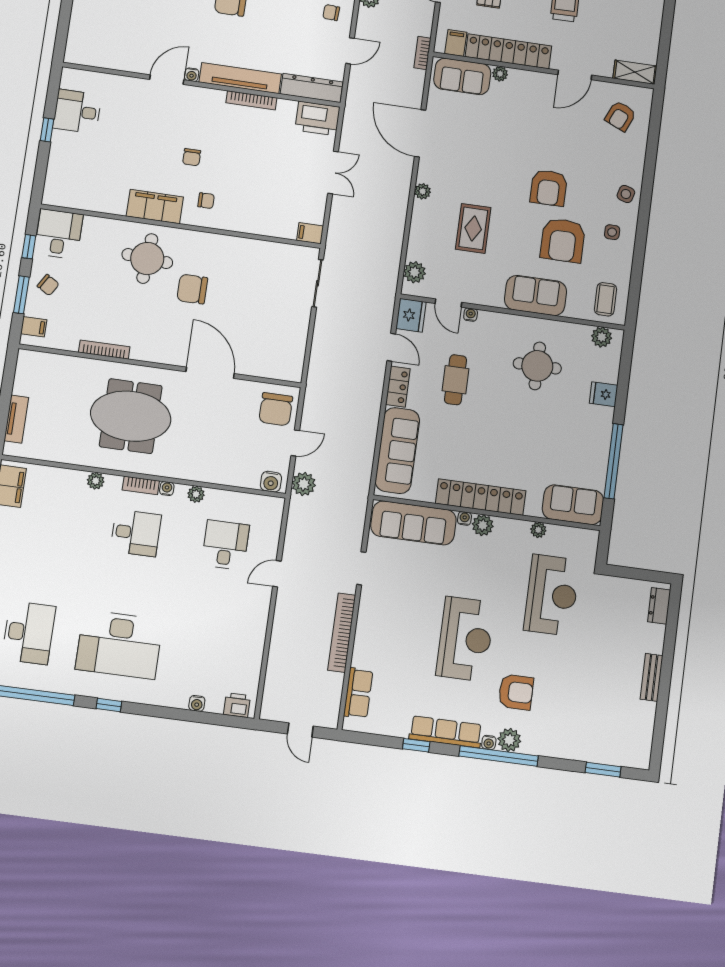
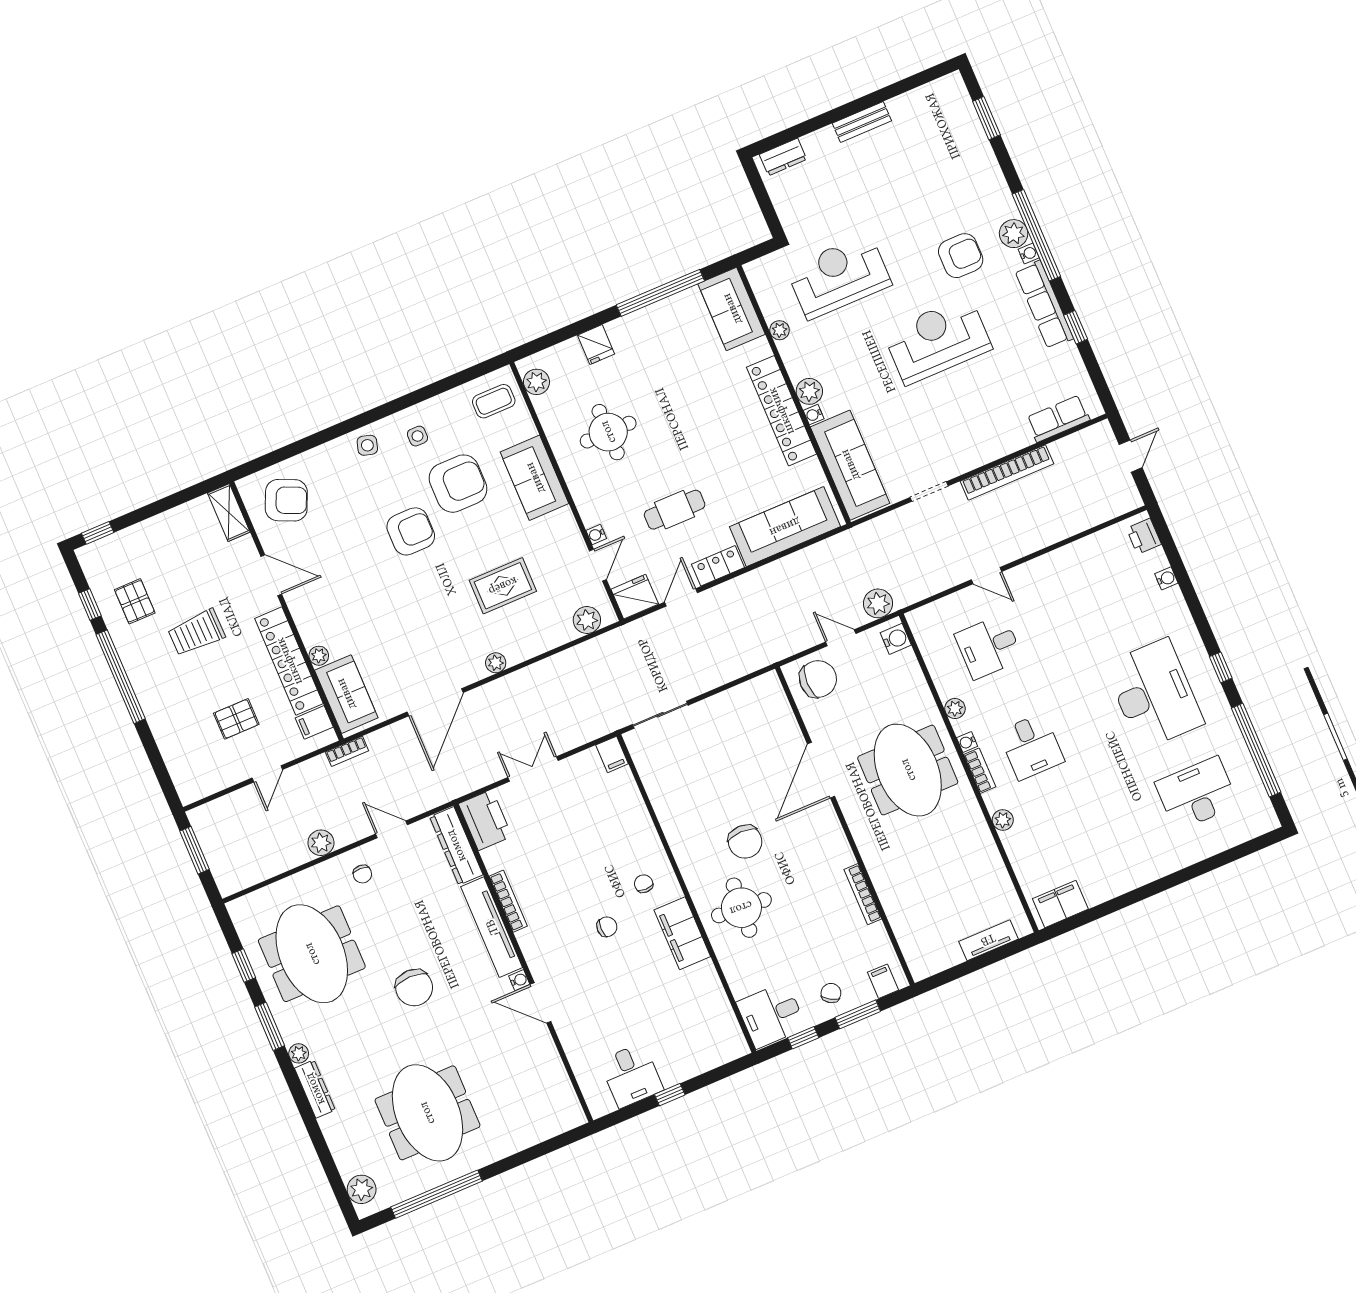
armchair: (620, 116) -> (286, 500), width x1.38, depth x1.38
meeting table: (131, 416) -> (908, 770), moved
desk: (136, 533) -> (1031, 746), turned 180
armchair: (516, 692) -> (961, 256), turned 90

